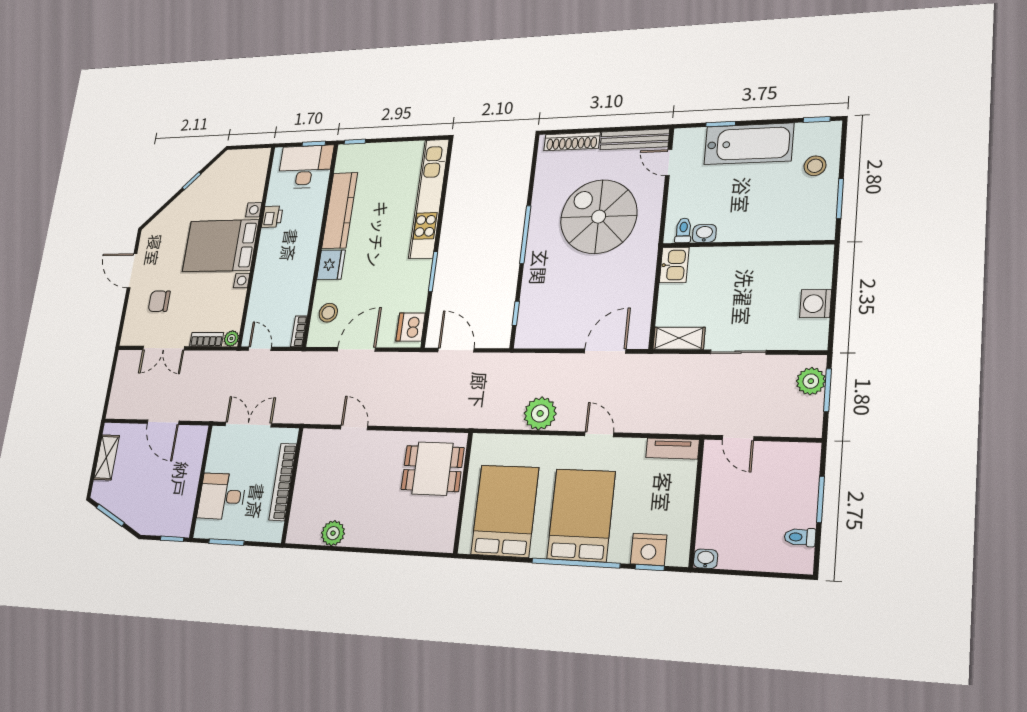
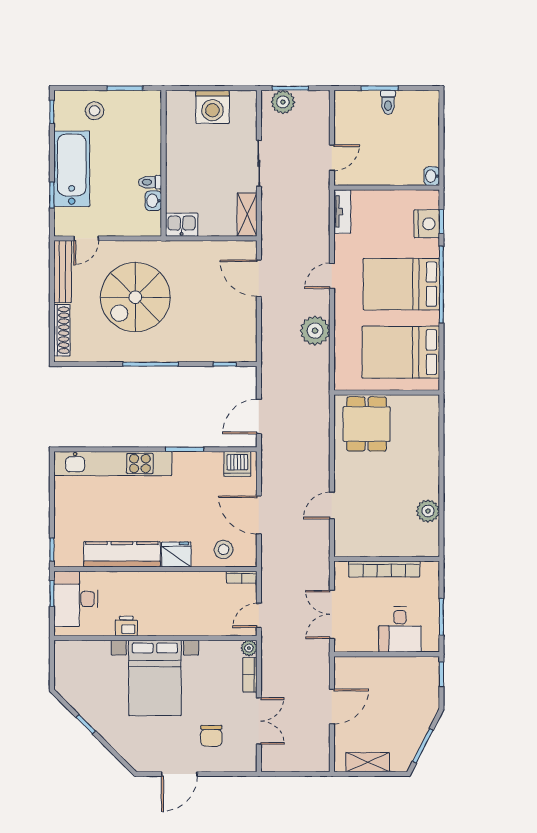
toilet: (683, 230) -> (150, 182), moved
washing machine: (816, 304) -> (212, 107), width x1.37, depth x1.37
toilet: (800, 537) -> (388, 102), moved

